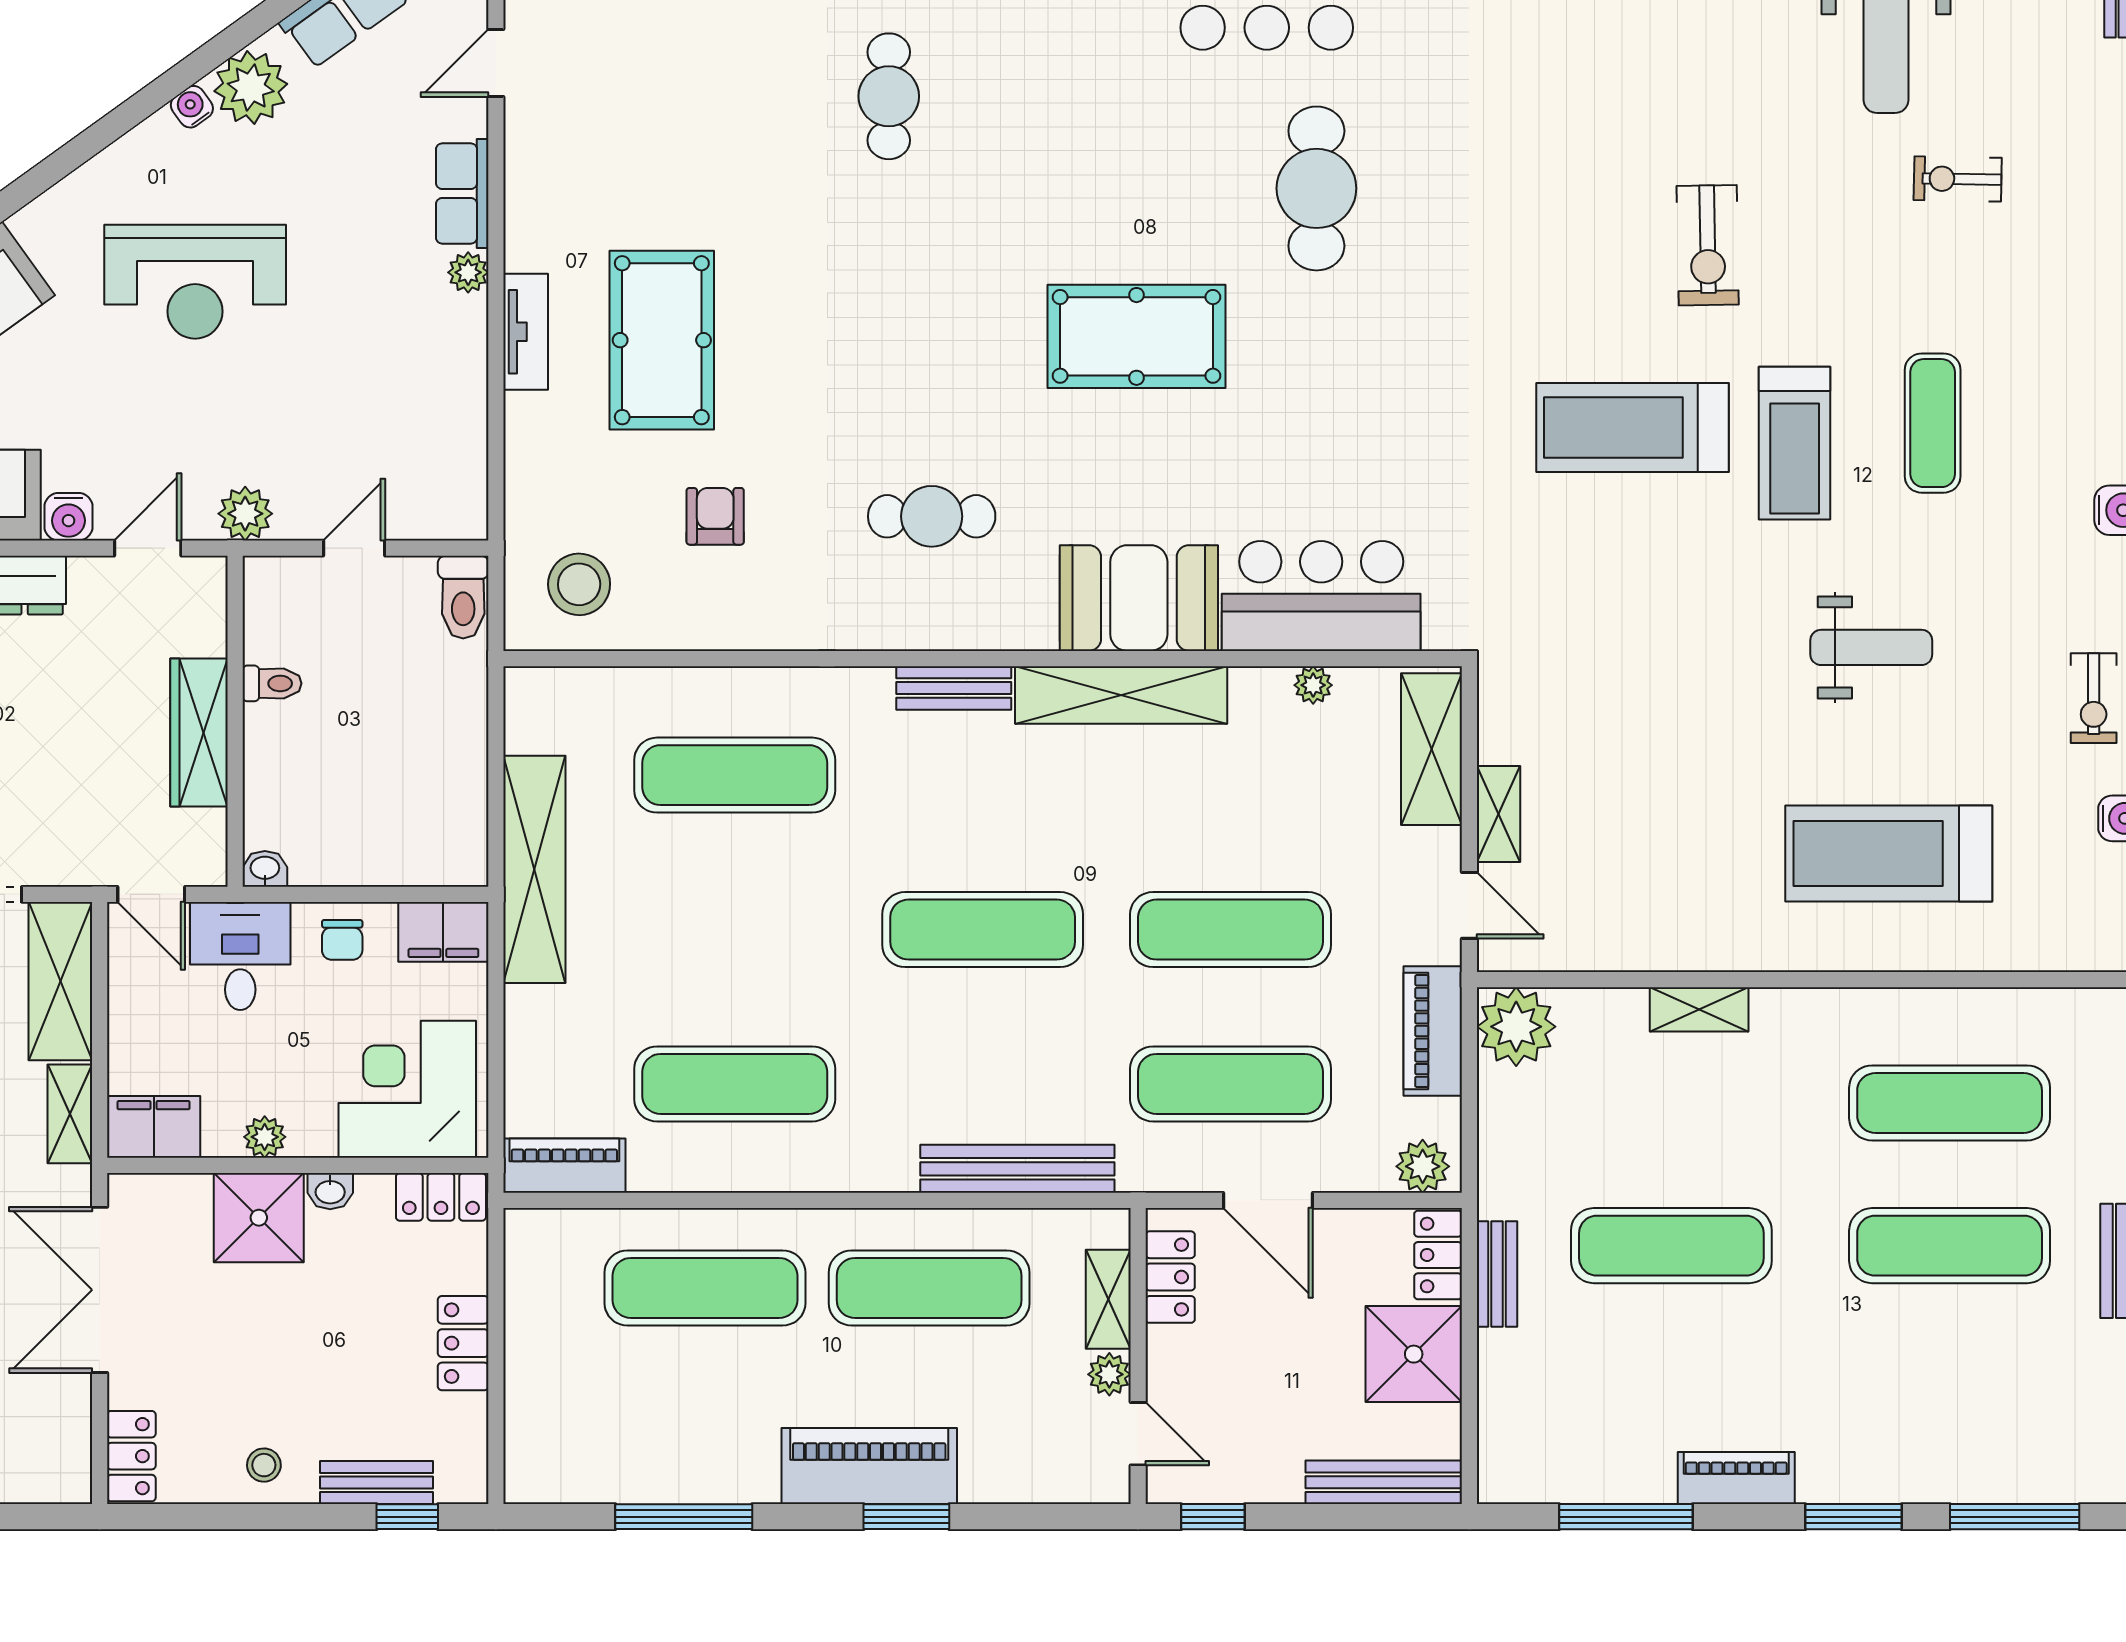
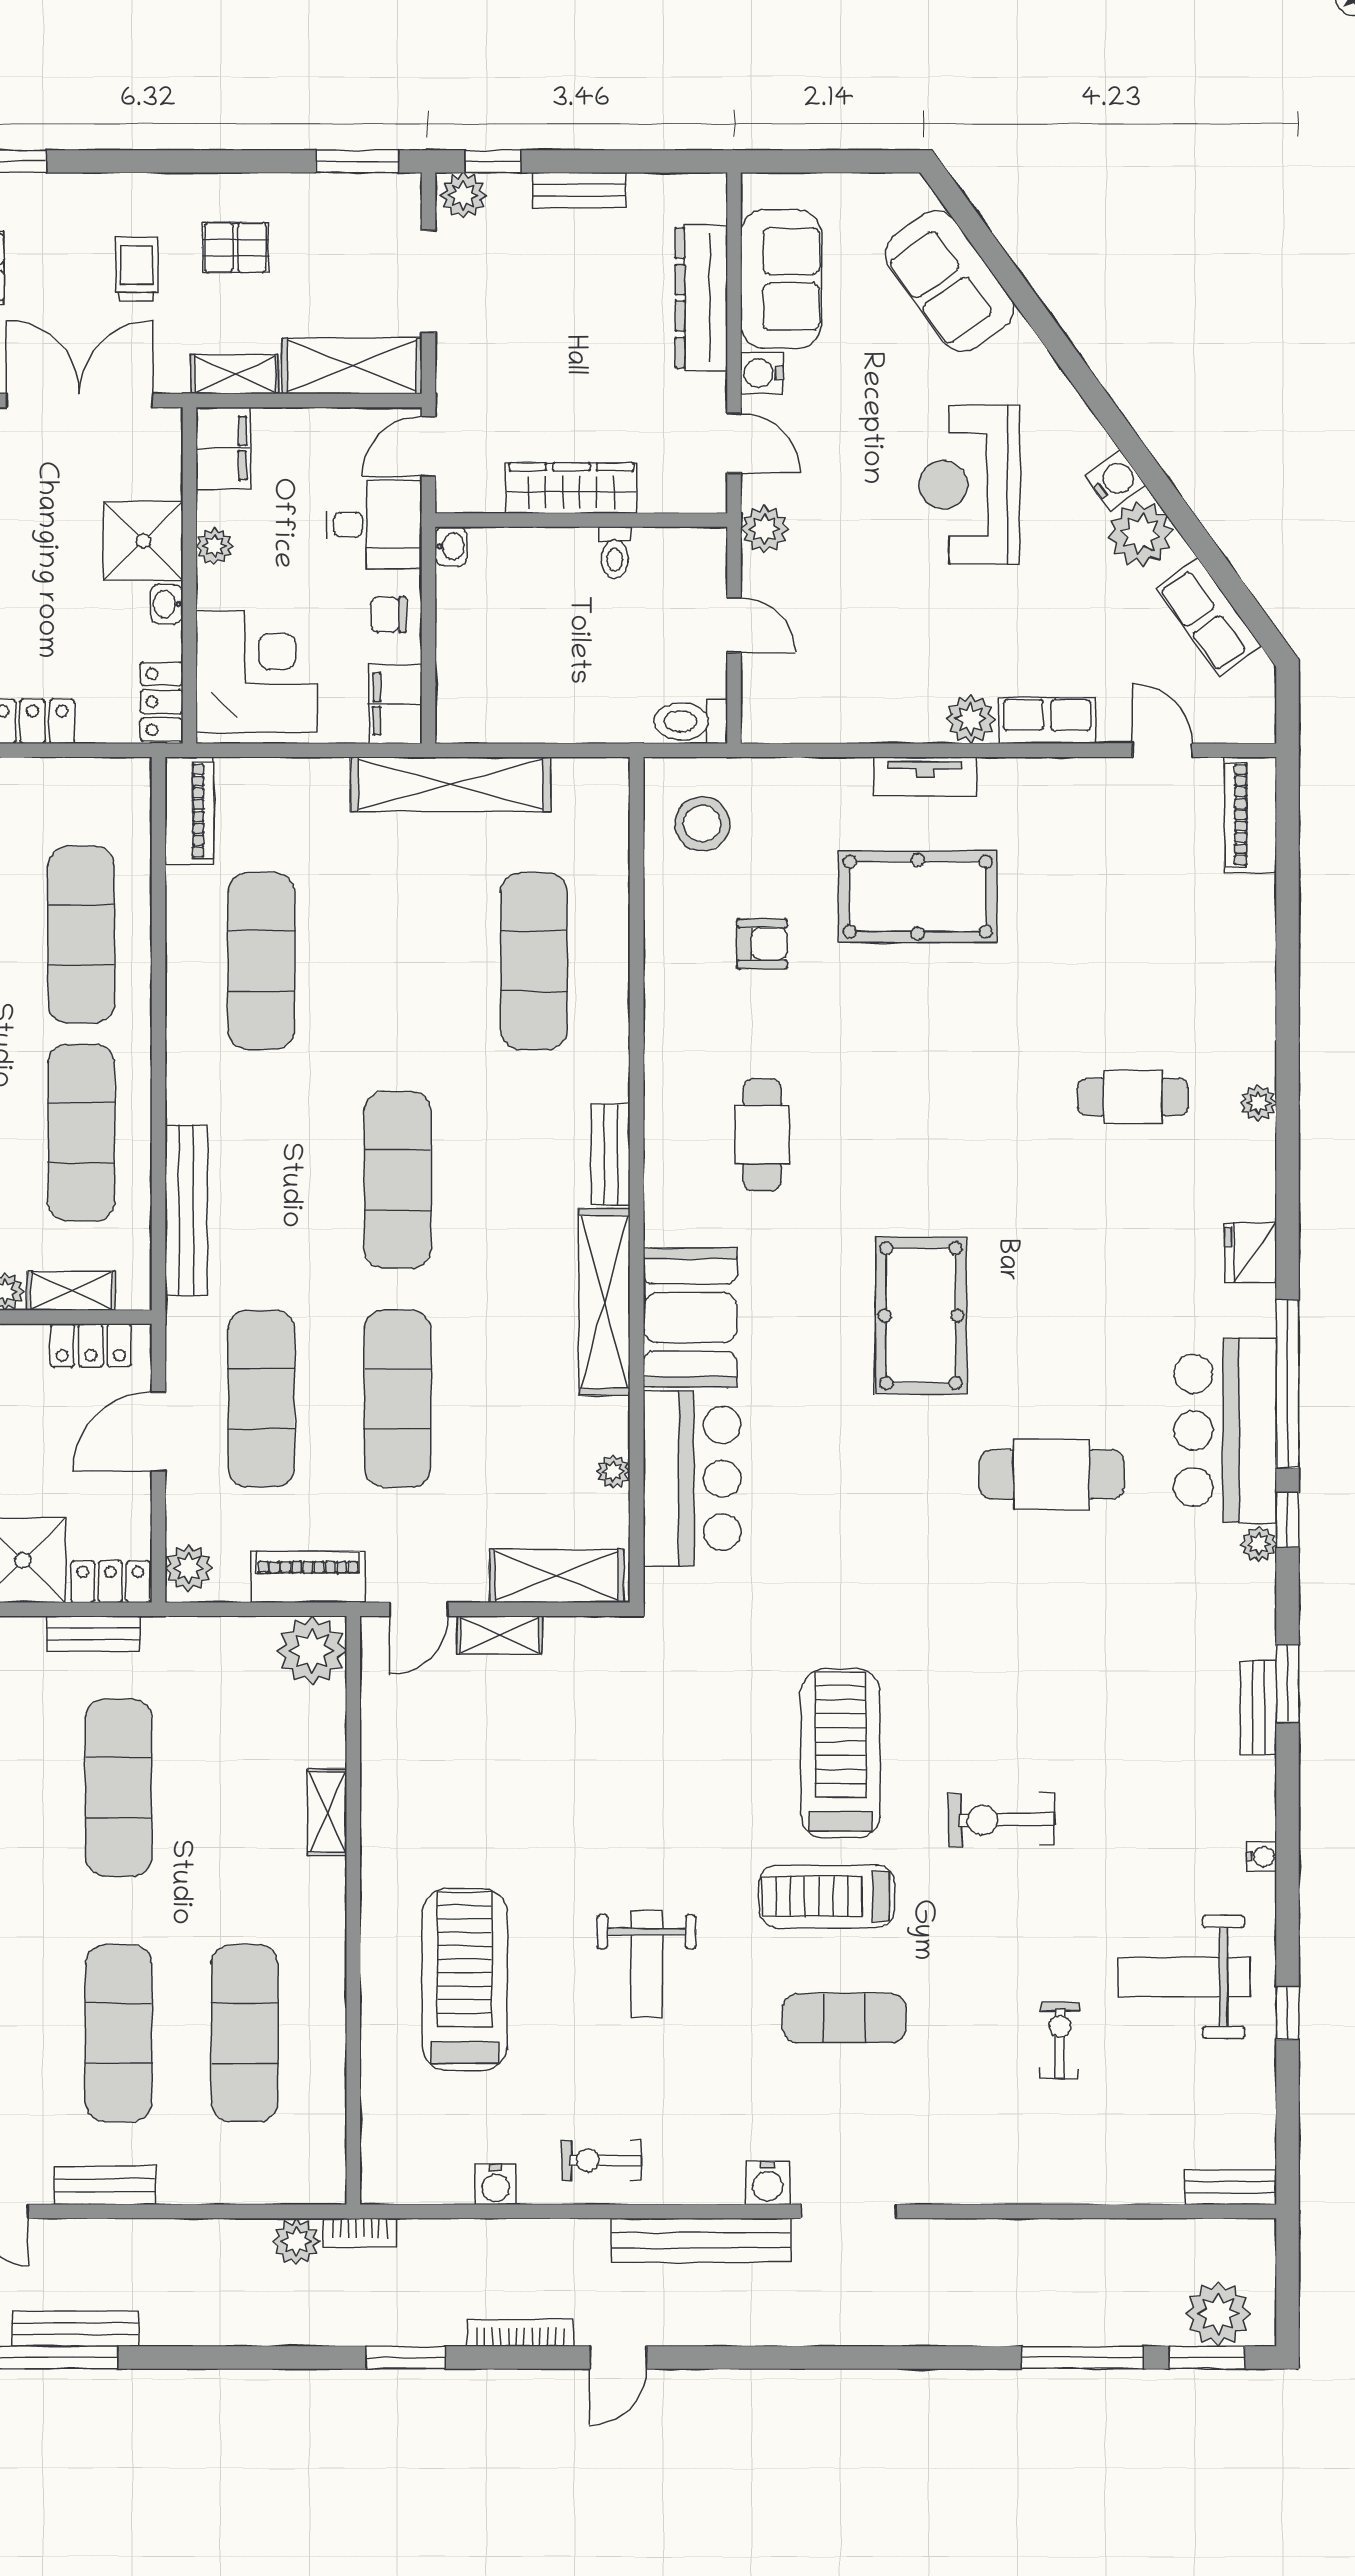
water cooler: (192, 107) -> (1115, 481), width x1.38, depth x1.38
plant: (468, 272) -> (971, 719), width x1.38, depth x1.38

